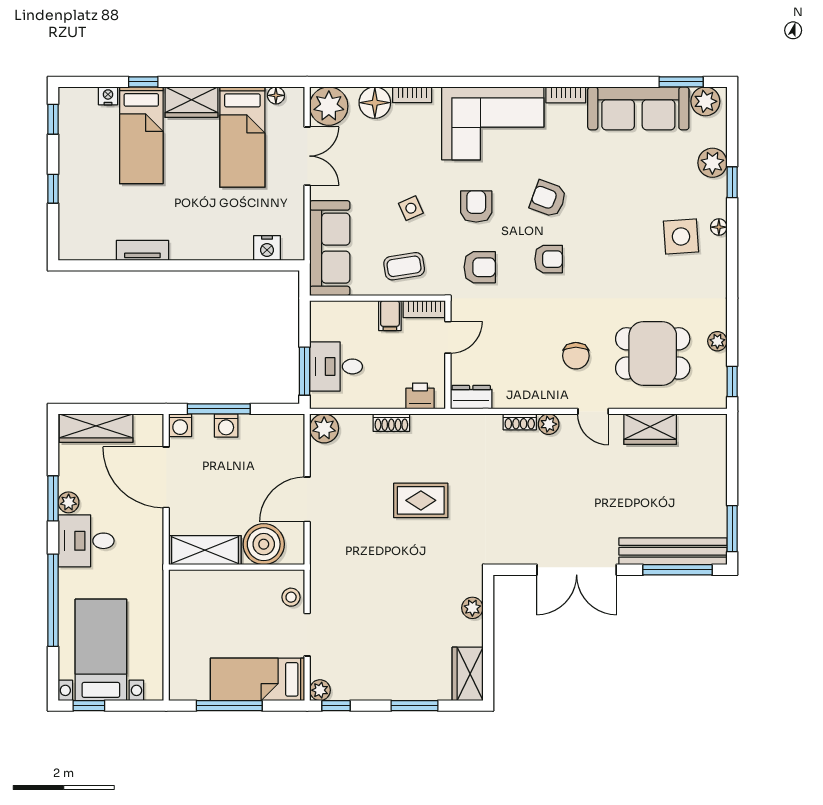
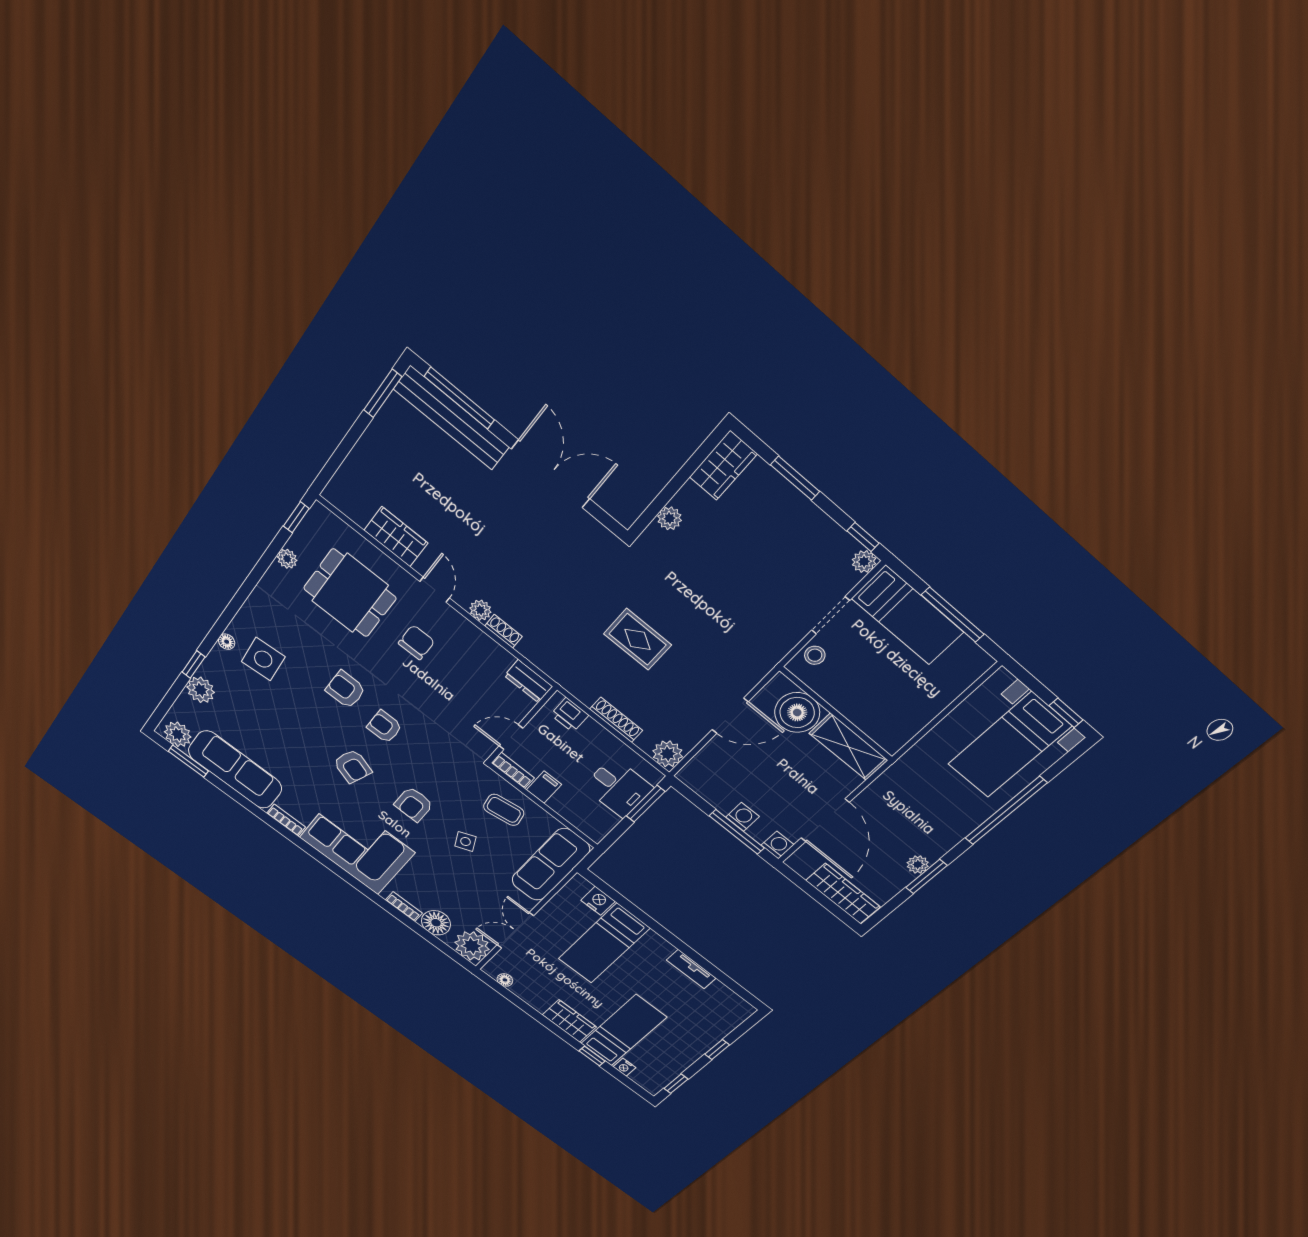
bed: (242, 137) -> (604, 943), moved, turned 180
armchair: (480, 267) -> (346, 690), moved
shoe rack: (391, 423) -> (616, 720), width x1.43
desk: (86, 541) -> (934, 829), removed

